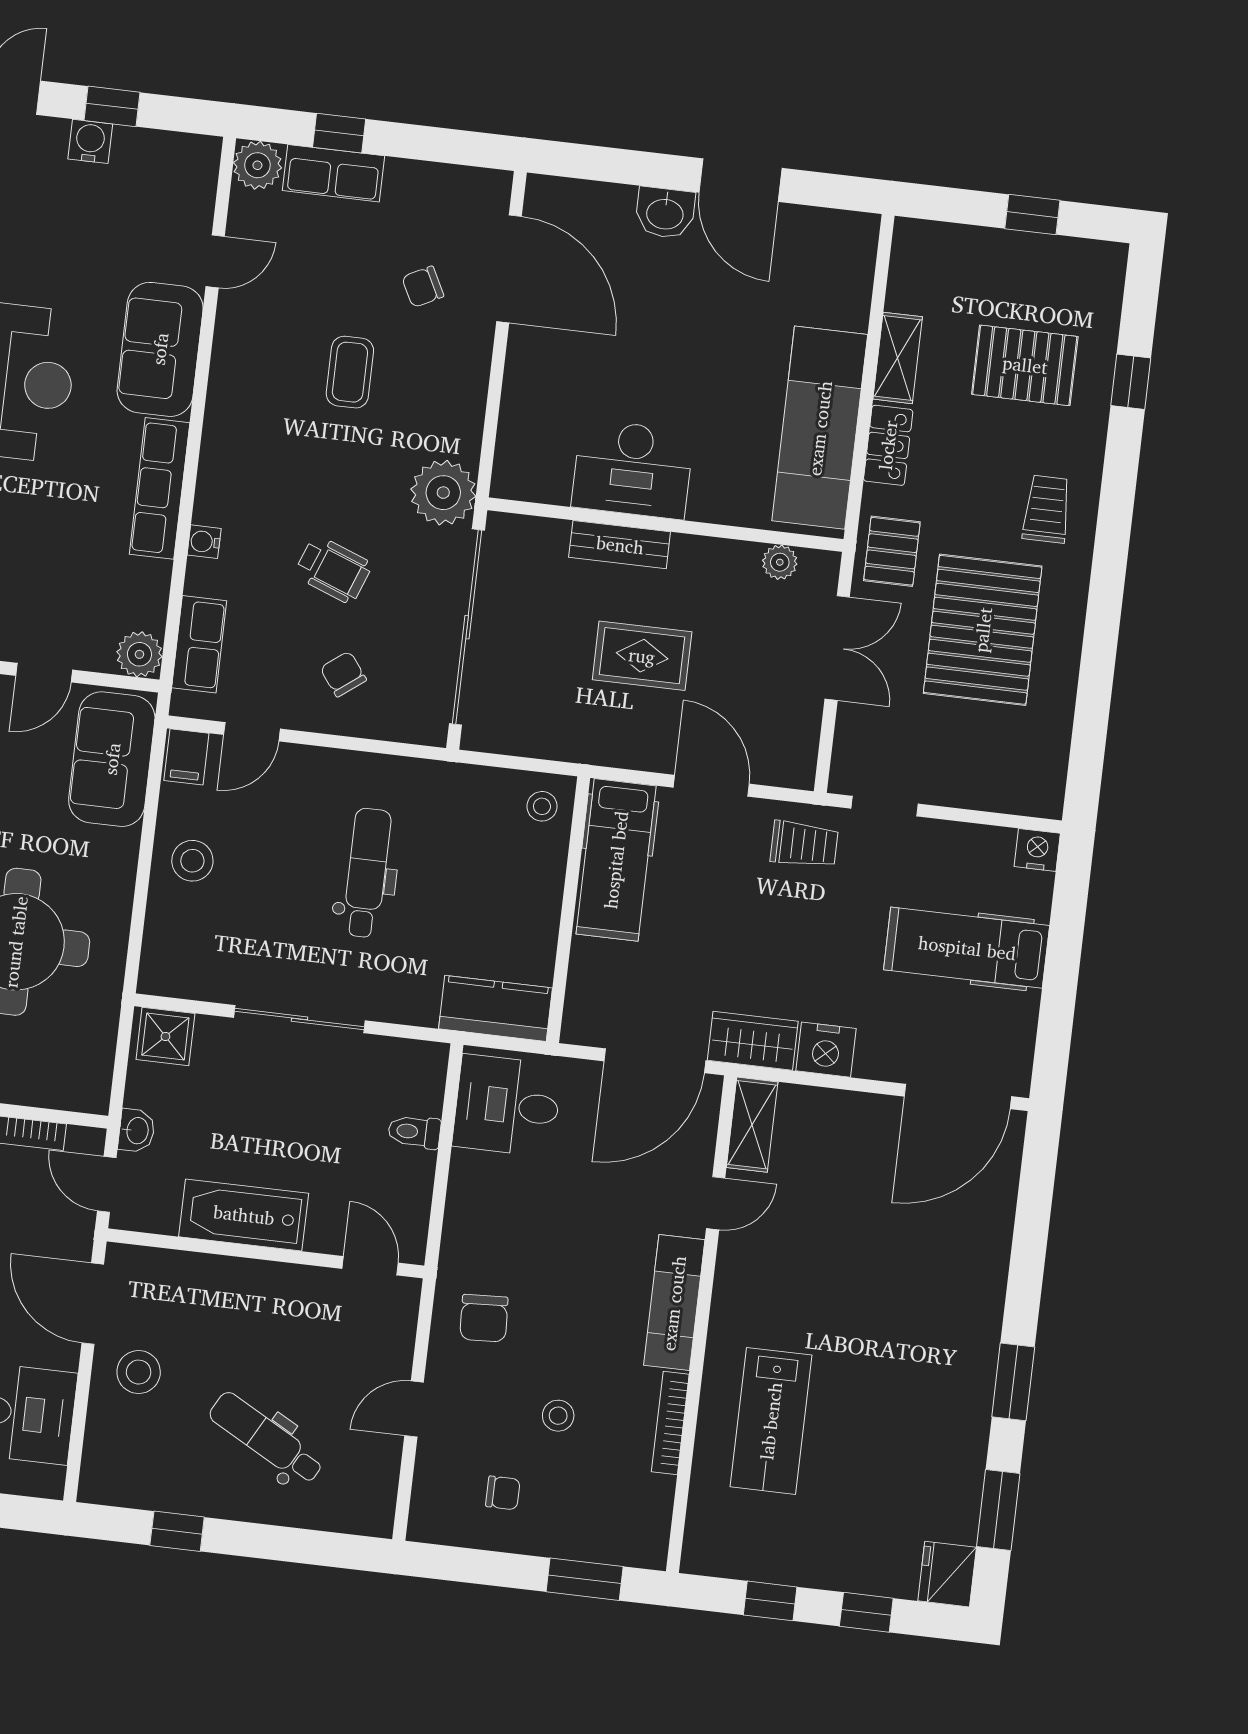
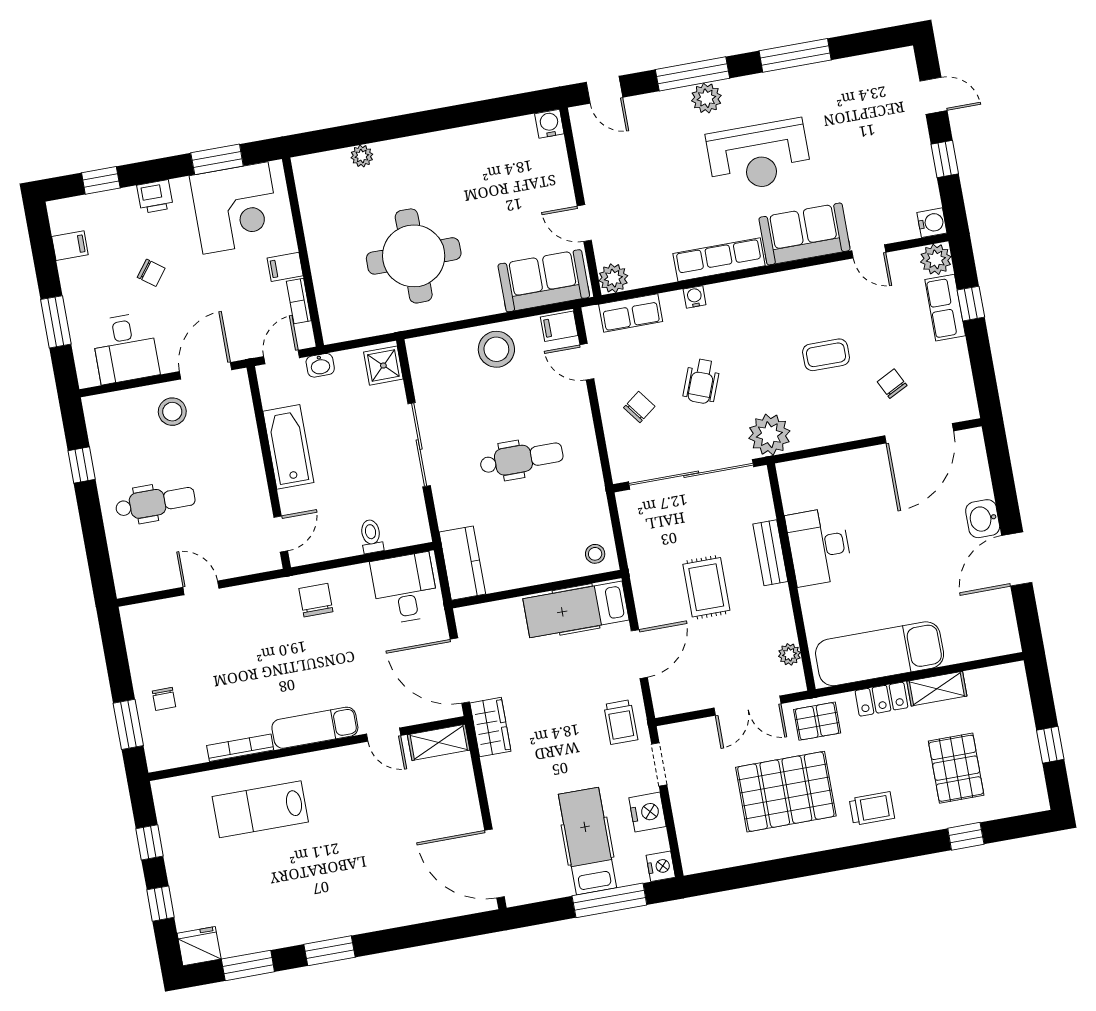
water cooler: (90, 141) -> (932, 223), moved
stool: (192, 861) -> (496, 349), width x1.38, depth x1.38
window: (1065, 942) -> (609, 900), added
nightstand: (826, 1050) -> (647, 812), moved, turned 180
chair: (484, 1318) -> (316, 600), moved, turned 93
stool: (558, 1416) -> (224, 678), removed
dental chair: (266, 1438) -> (155, 502), turned 61
chair: (503, 1493) -> (164, 699), moved

